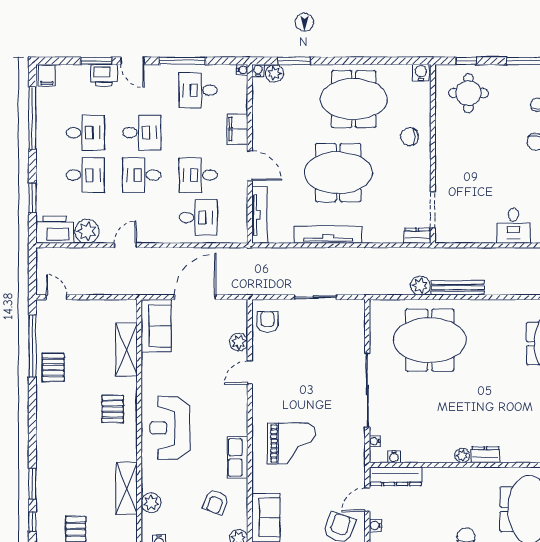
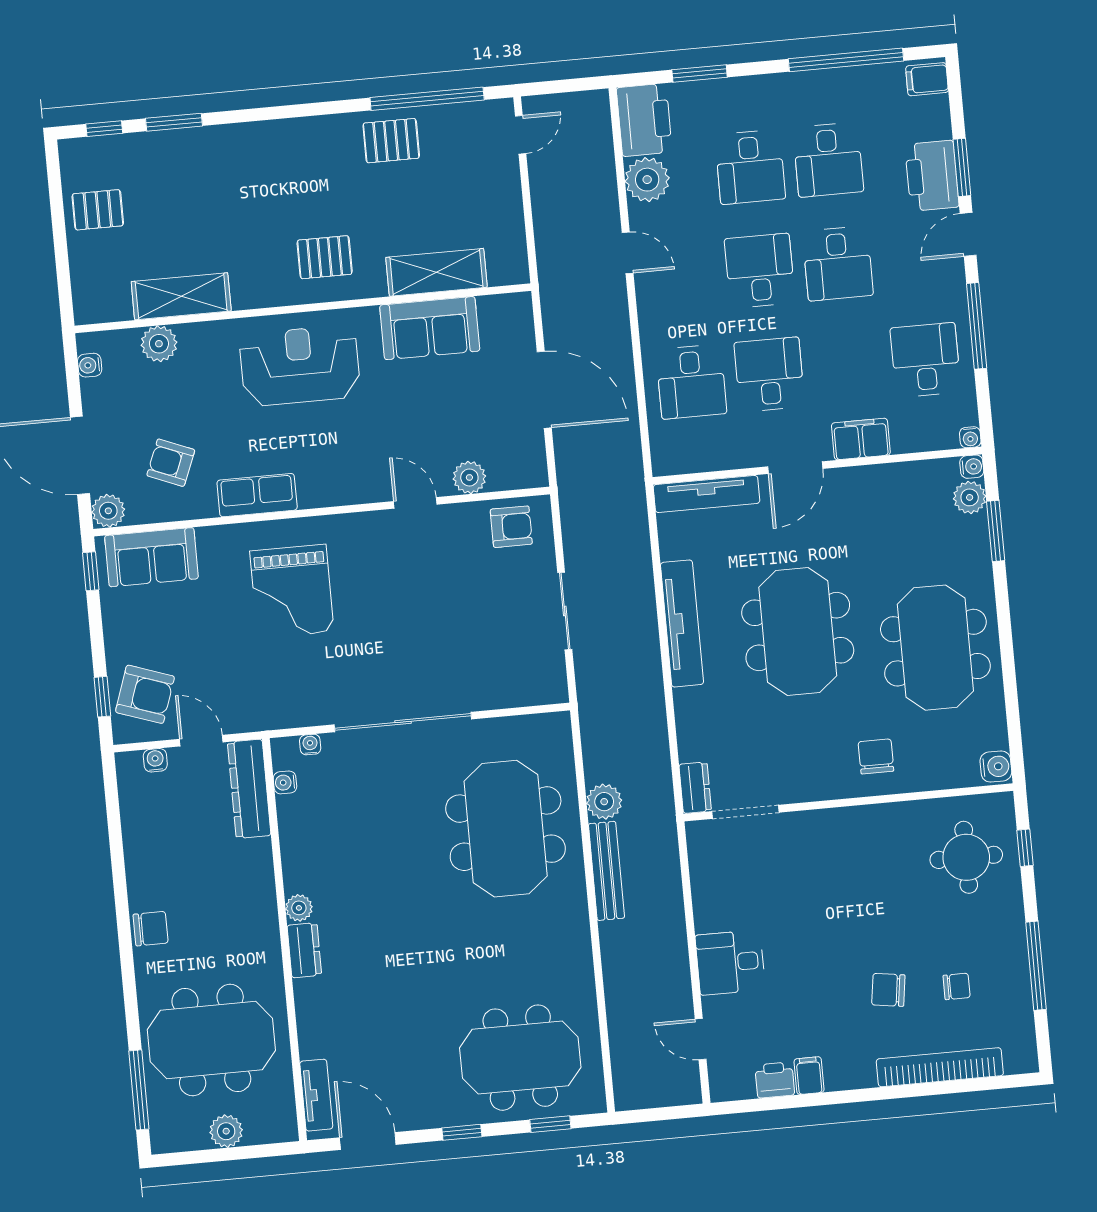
printer: (104, 75) -> (932, 176), width x1.37, depth x1.19
sofa: (156, 326) -> (430, 328), moved

